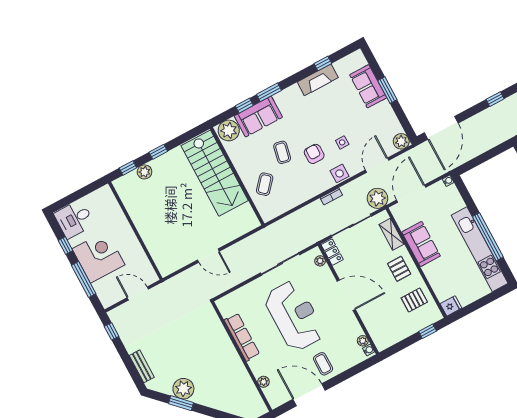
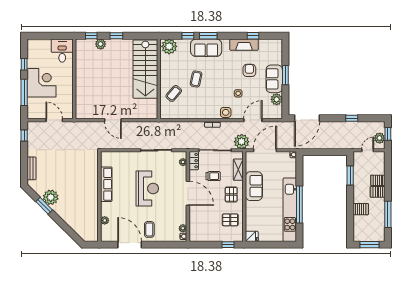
sofa: (368, 86) -> (274, 79), moved
sofa: (258, 117) -> (206, 48), moved
plant: (401, 141) -> (277, 99), moved
armchair: (314, 154) -> (249, 70), moved
desk: (74, 219) -> (62, 51), moved, turned 90
trolley: (366, 258) -> (213, 176), added
reception desk: (294, 316) -> (147, 188), width x0.74, depth x0.77

